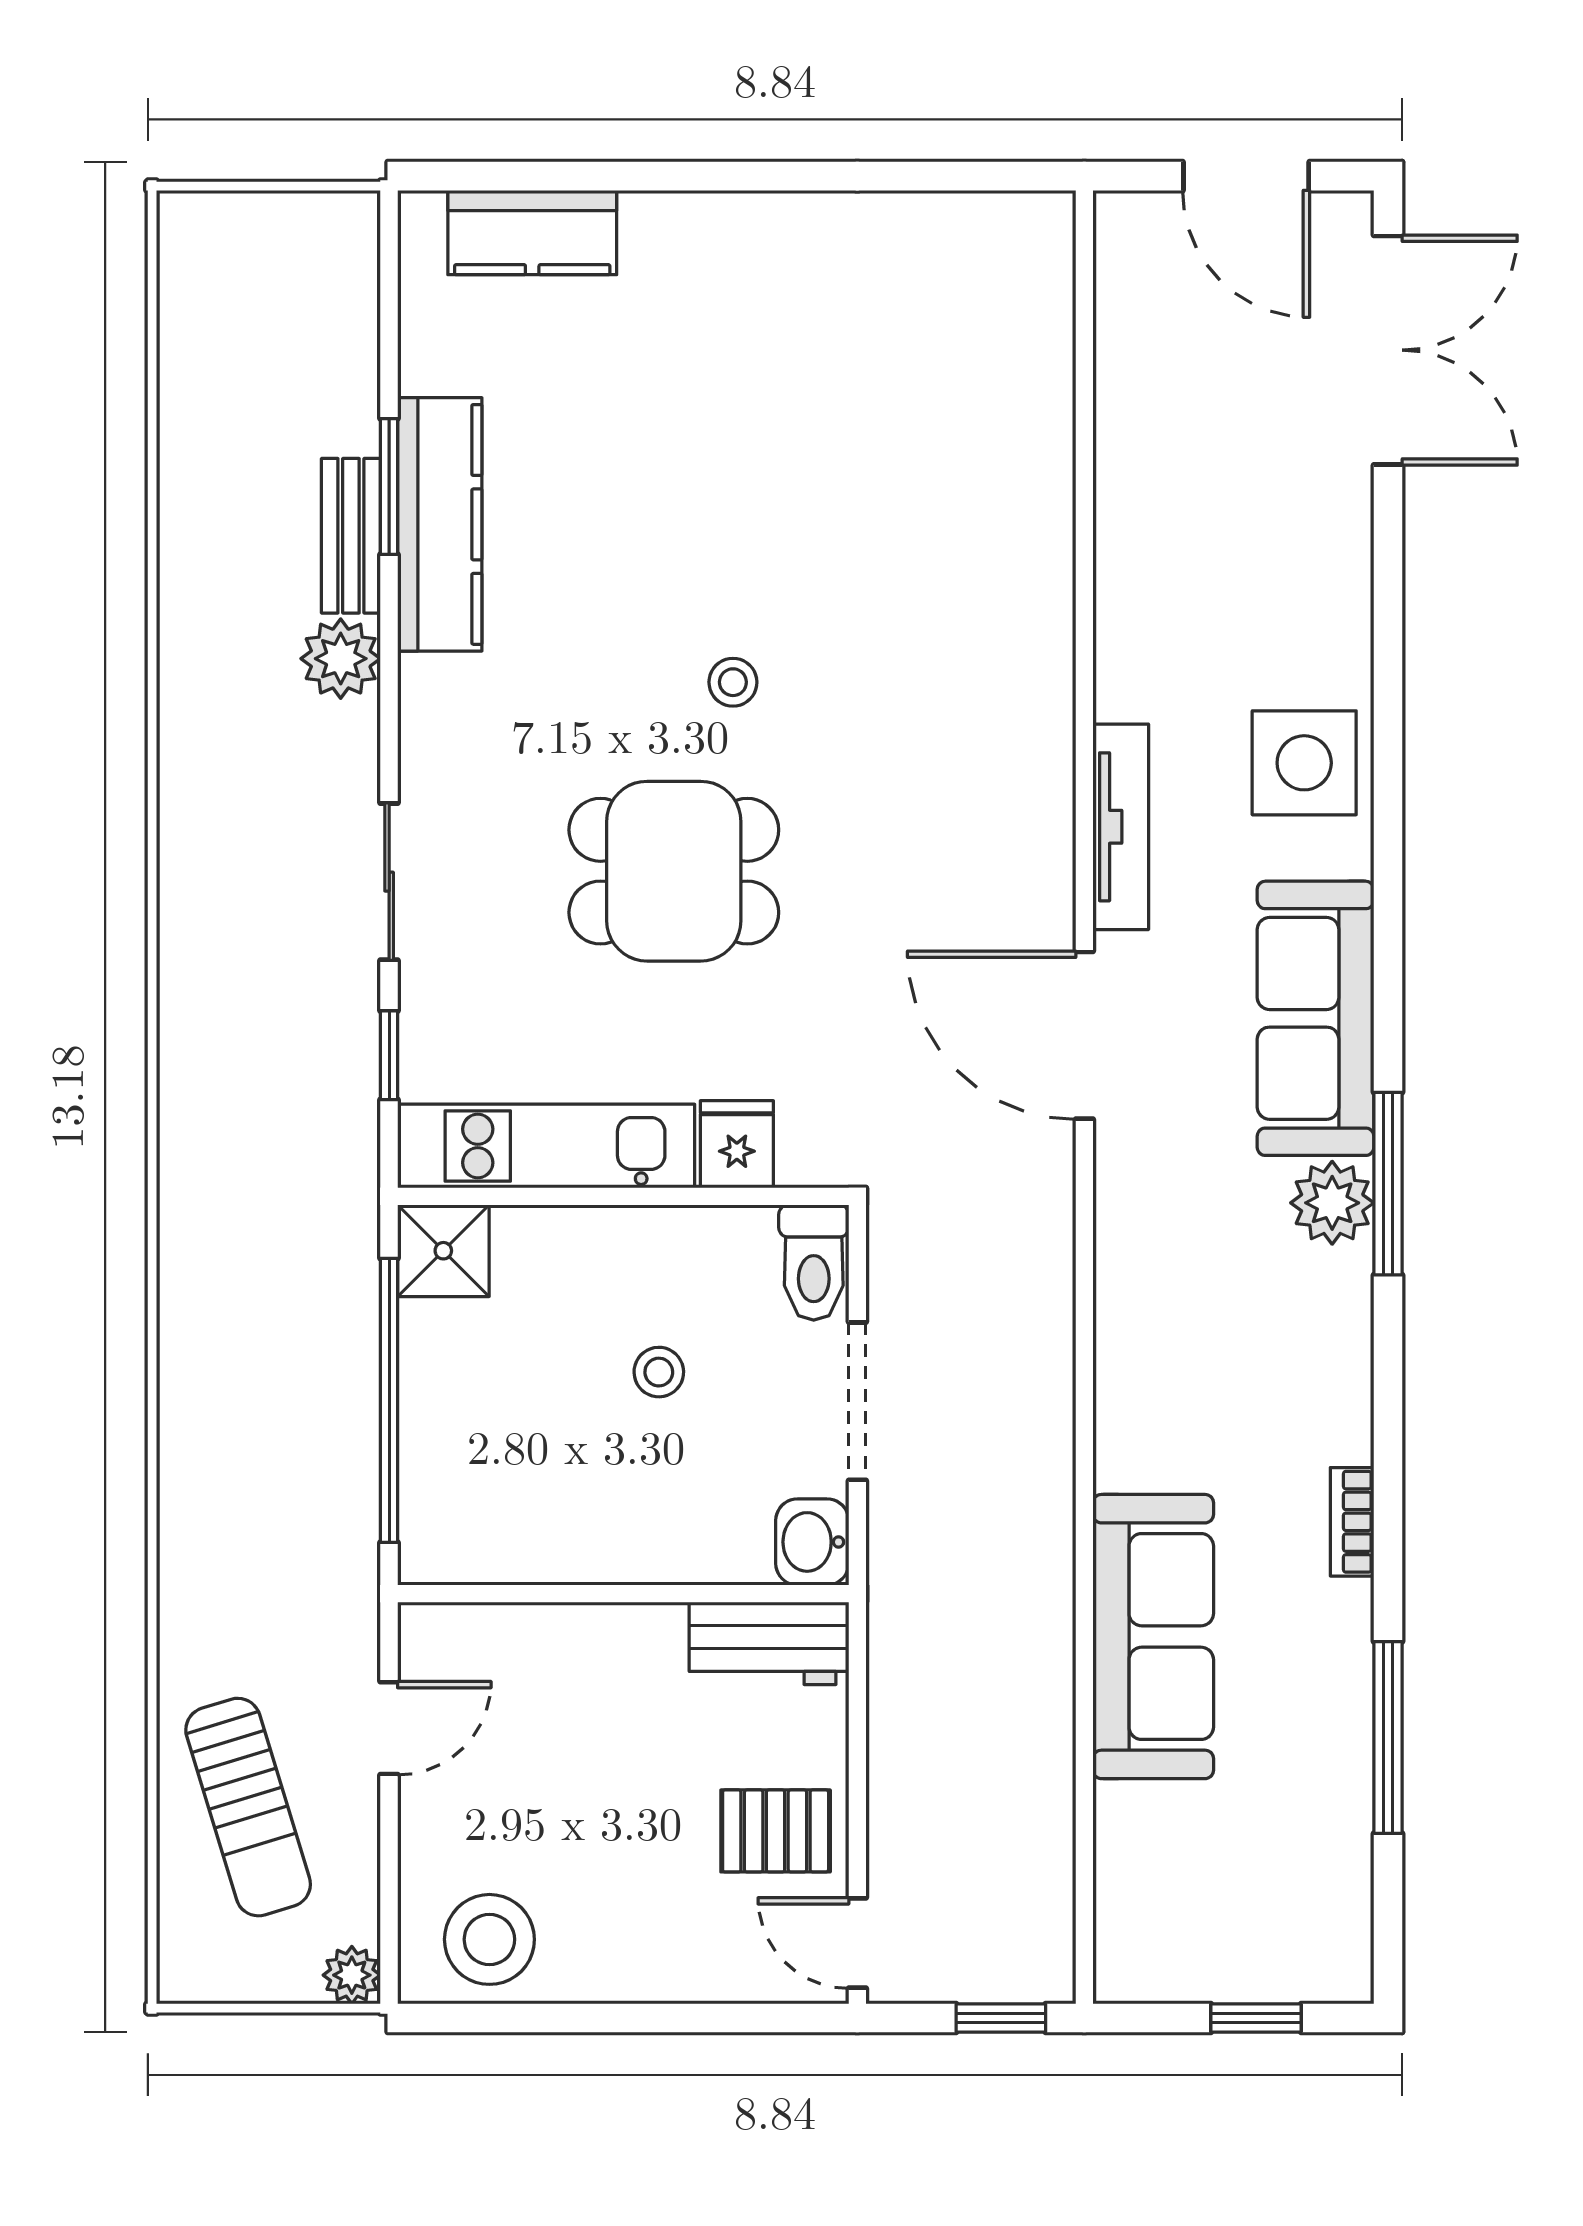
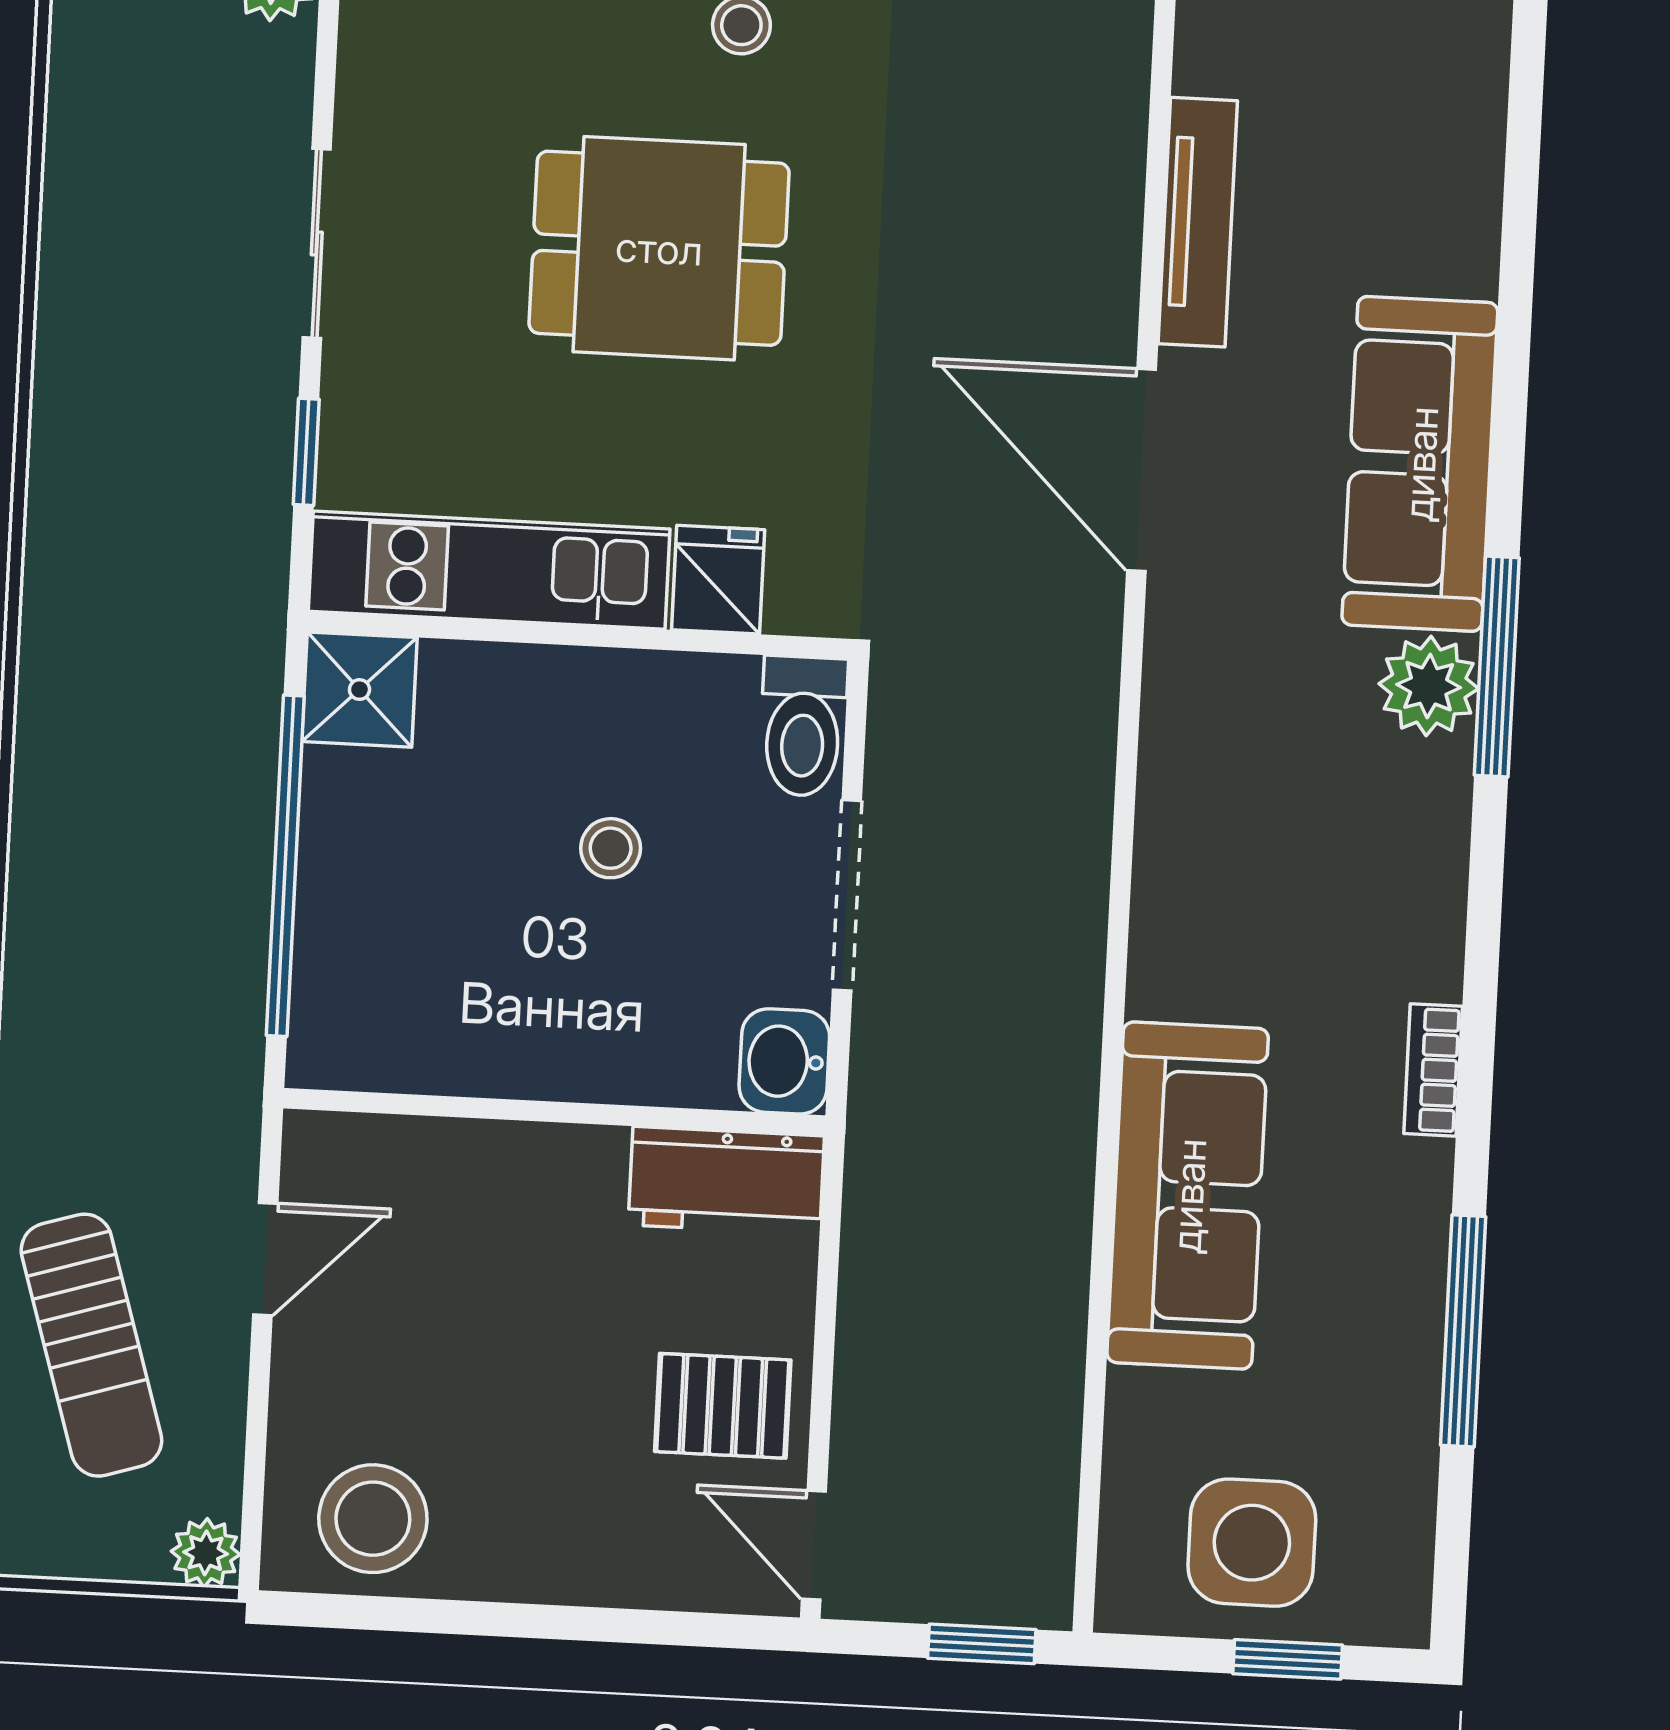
side table: (1304, 763) -> (1252, 1543), moved

